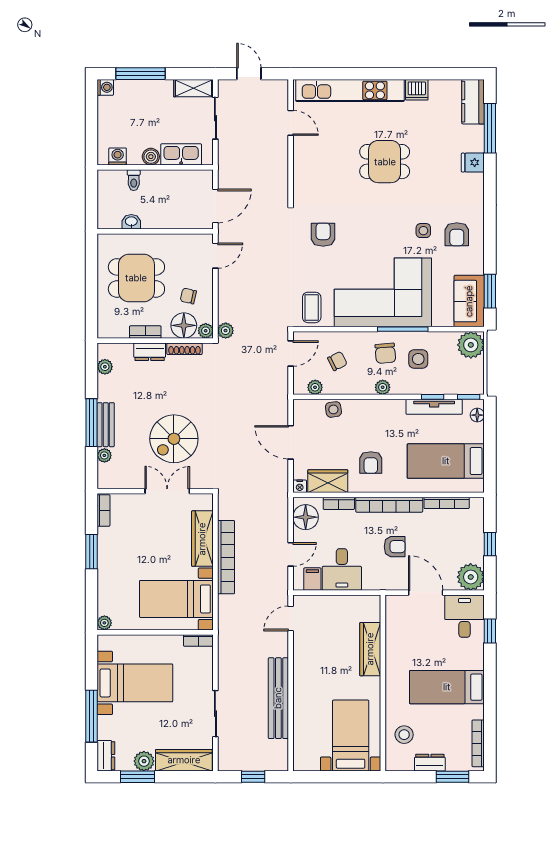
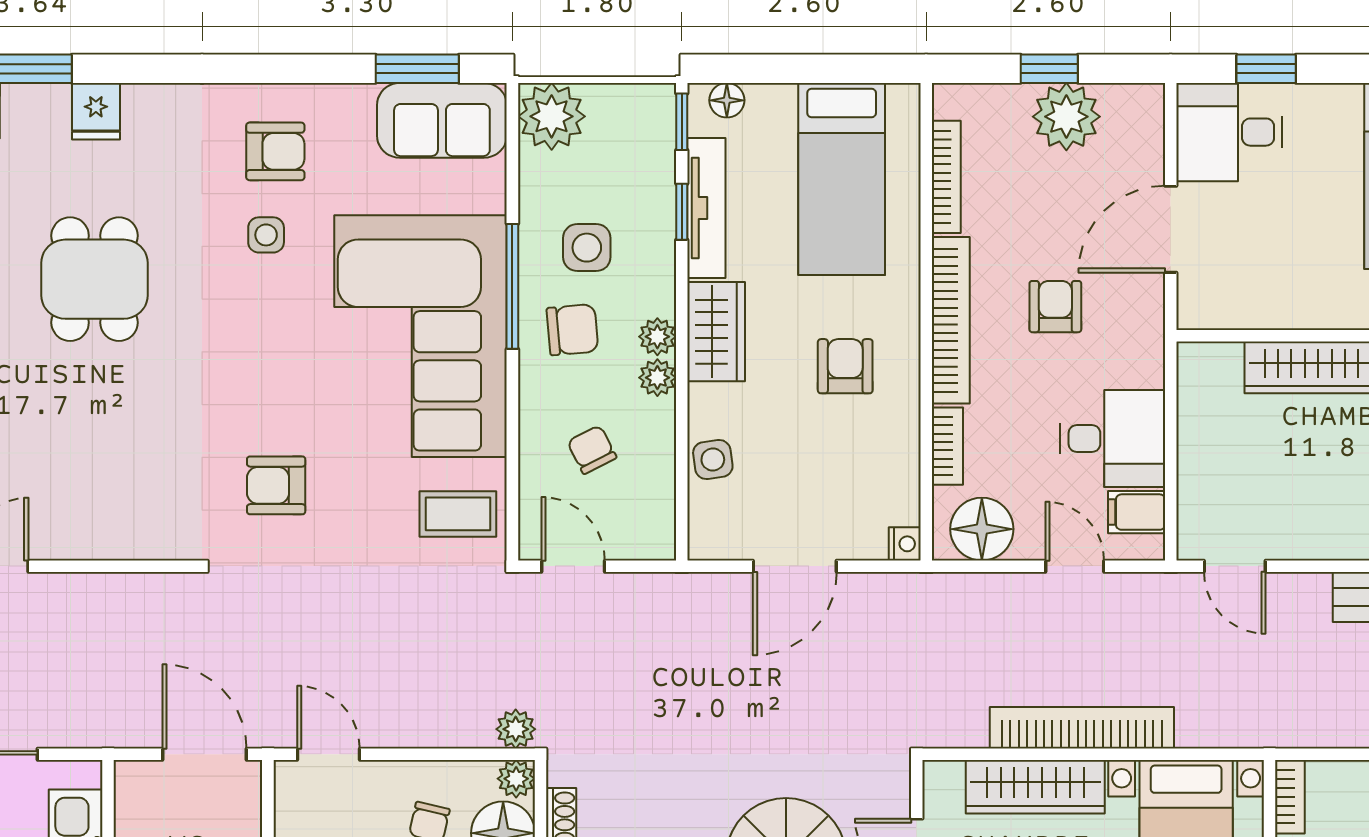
dining table: (385, 162) -> (95, 279), moved
plant: (315, 387) -> (657, 378), moved
armchair: (371, 462) -> (845, 366), turned -90
wardrobe: (328, 481) -> (716, 332), moved, turned 180
plant: (471, 577) -> (1066, 117), moved

